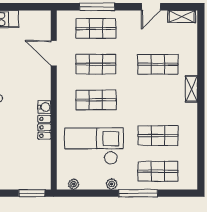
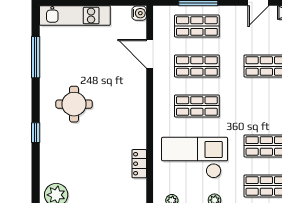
water cooler: (44, 107) -> (139, 13), moved
locker: (44, 127) -> (139, 164), moved

